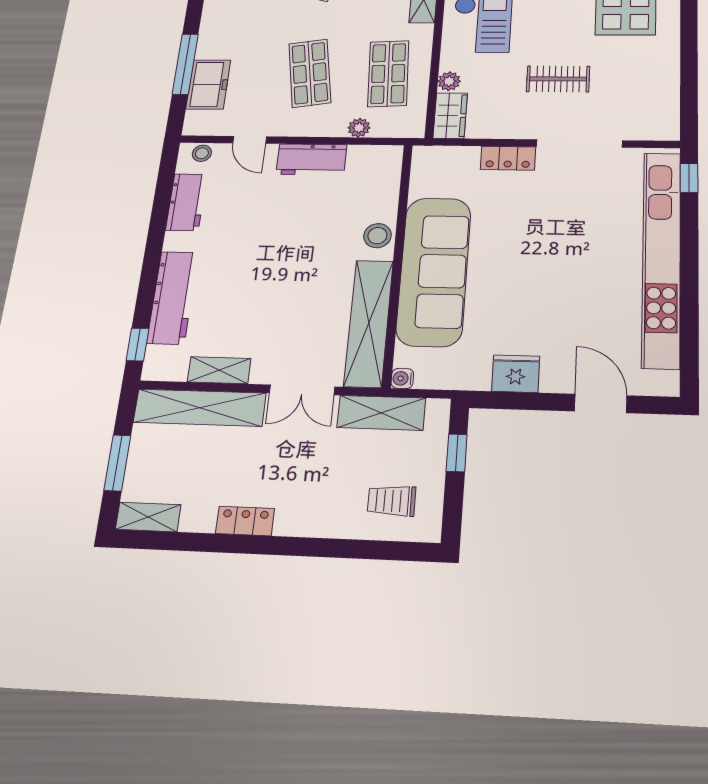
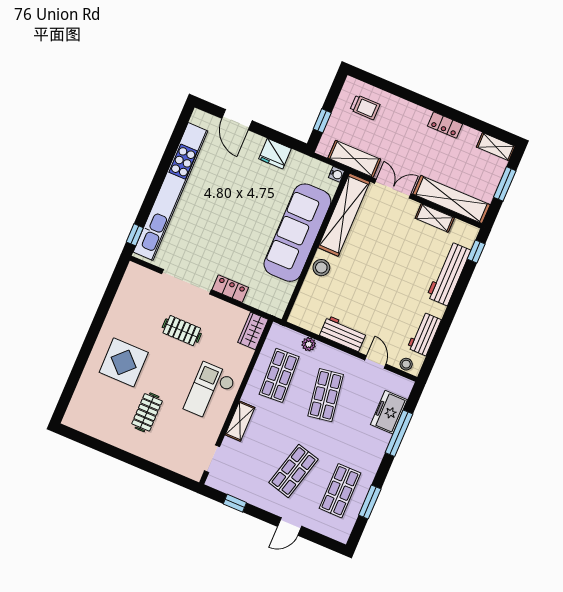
plant: (449, 81) -> (245, 355), removed

